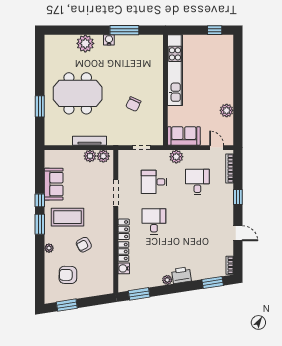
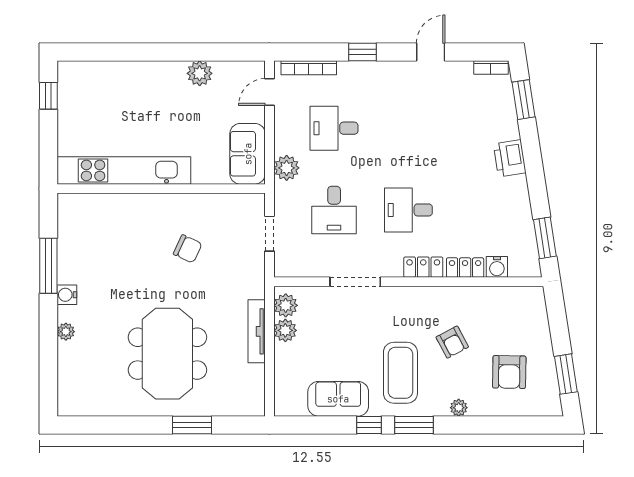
plant: (85, 43) -> (66, 332), width x0.53, depth x0.53
plant: (167, 280) -> (519, 185), removed

